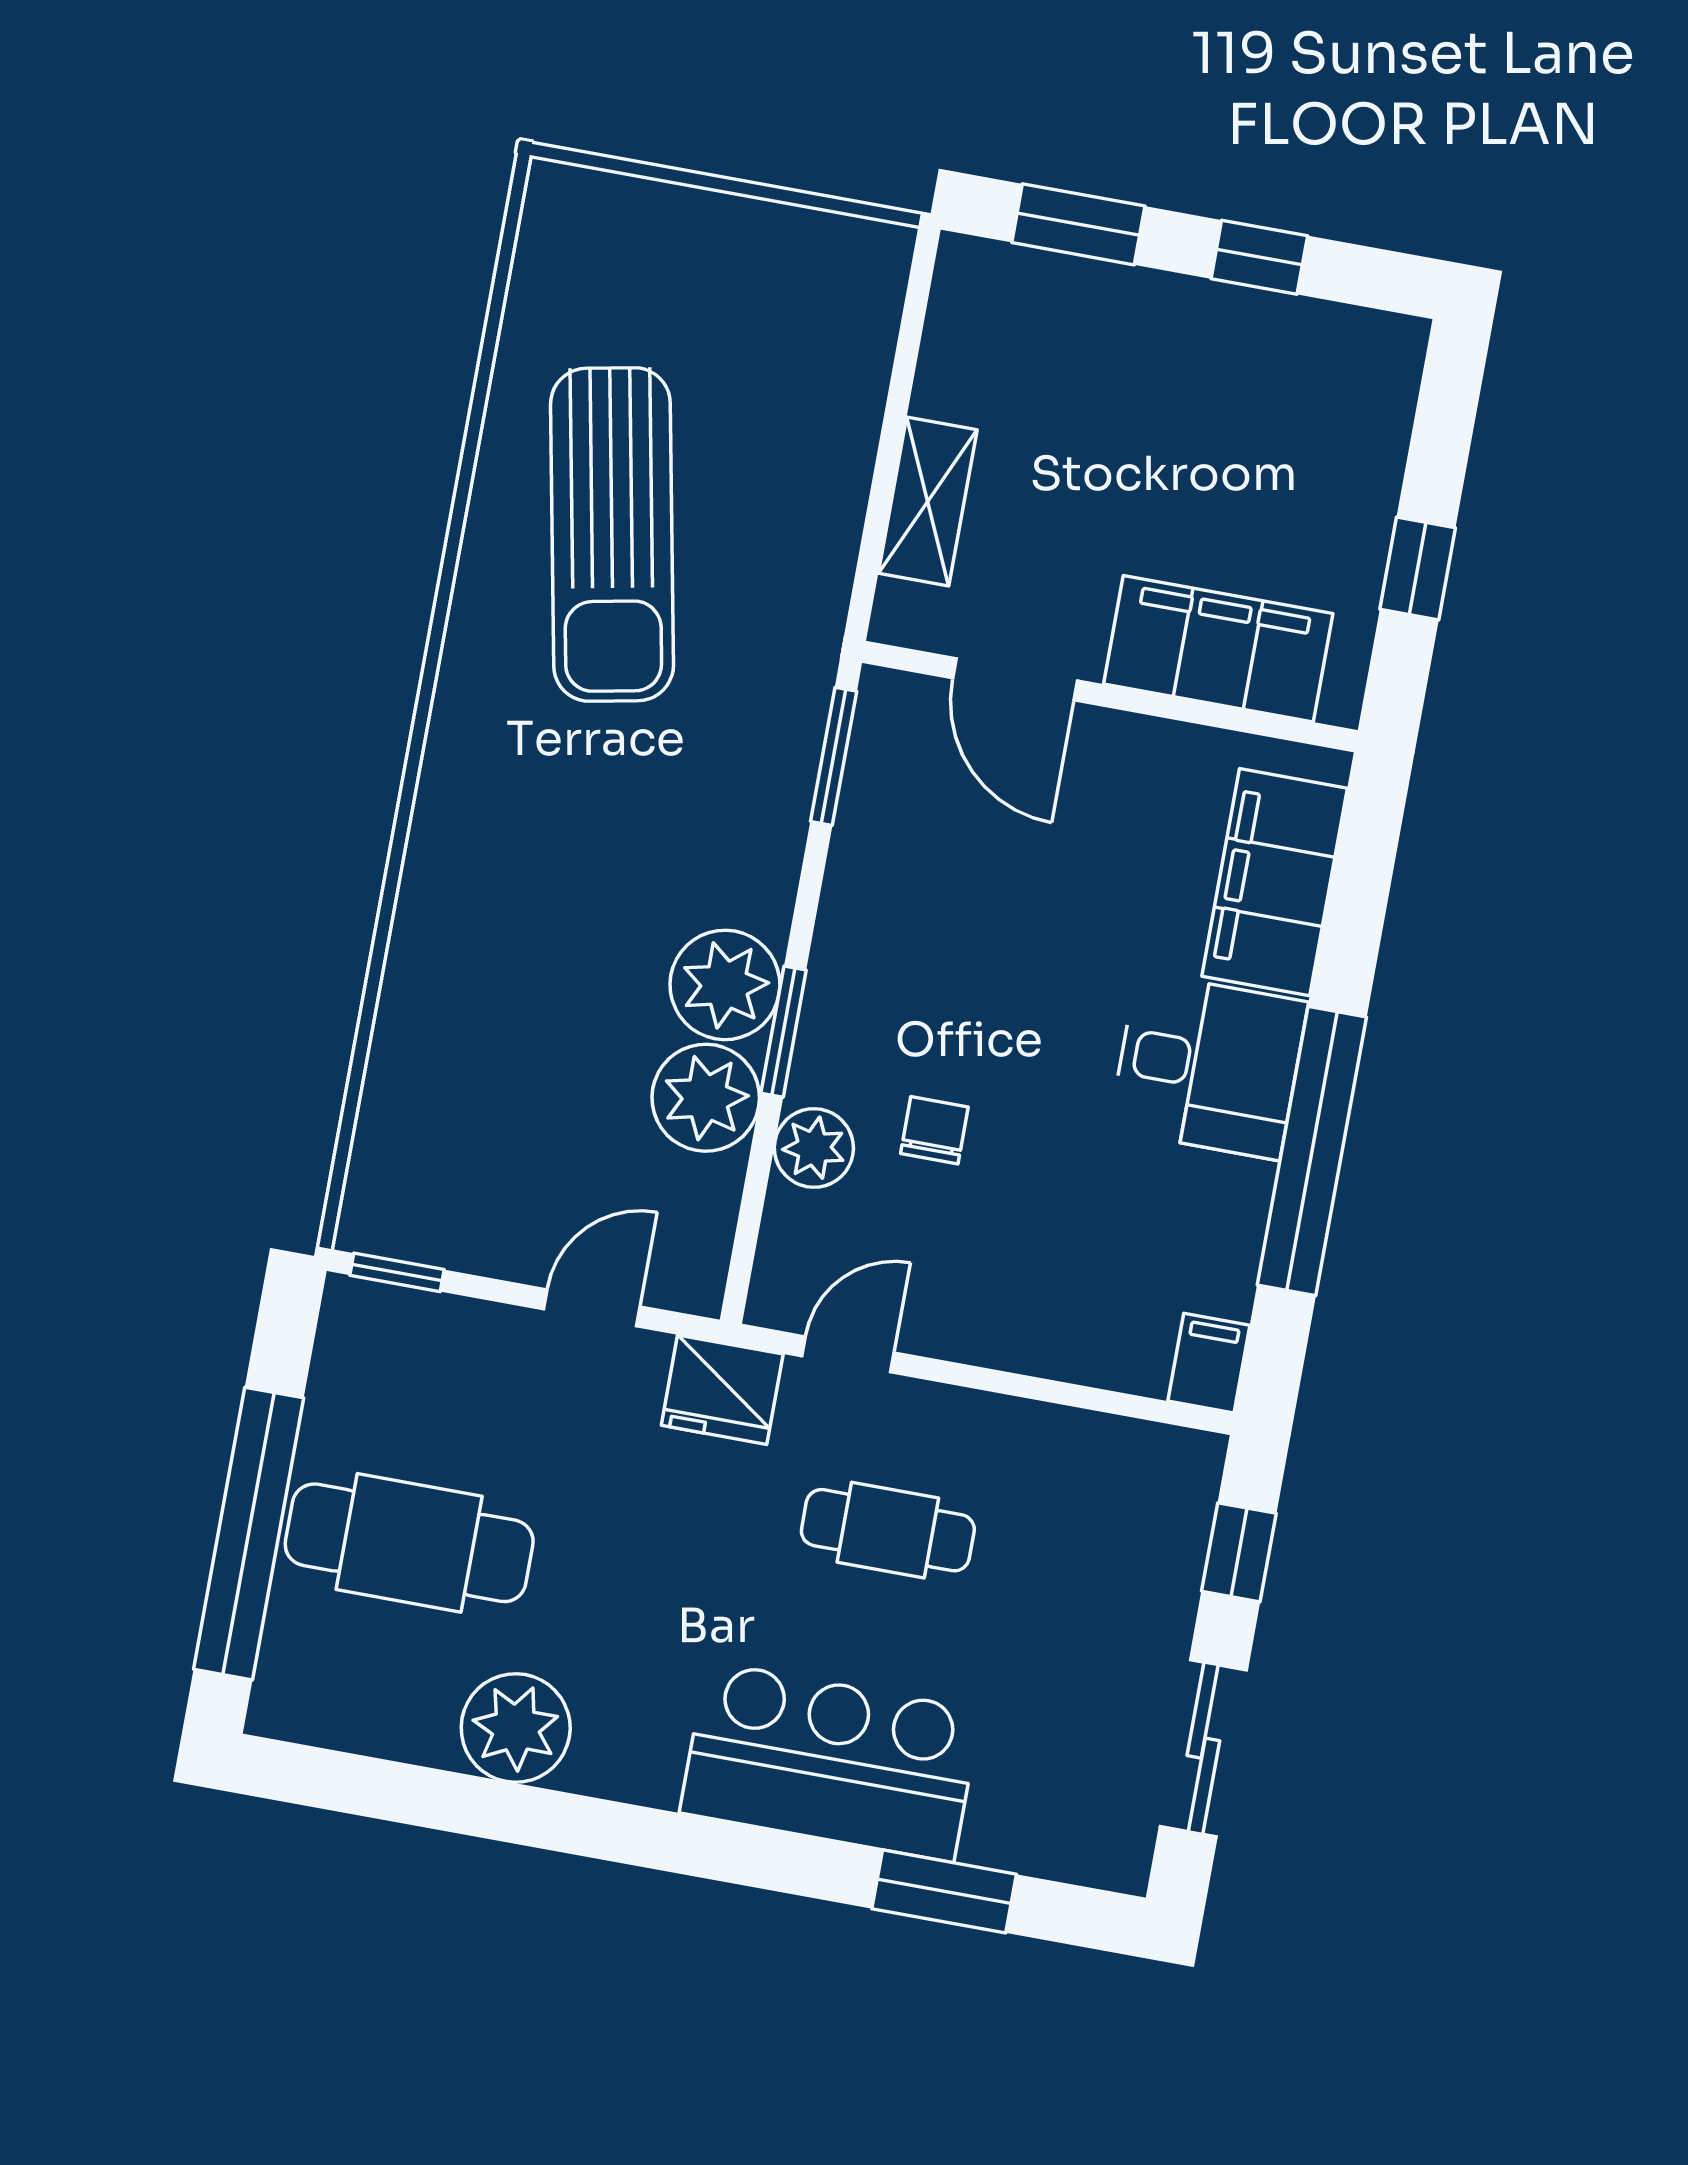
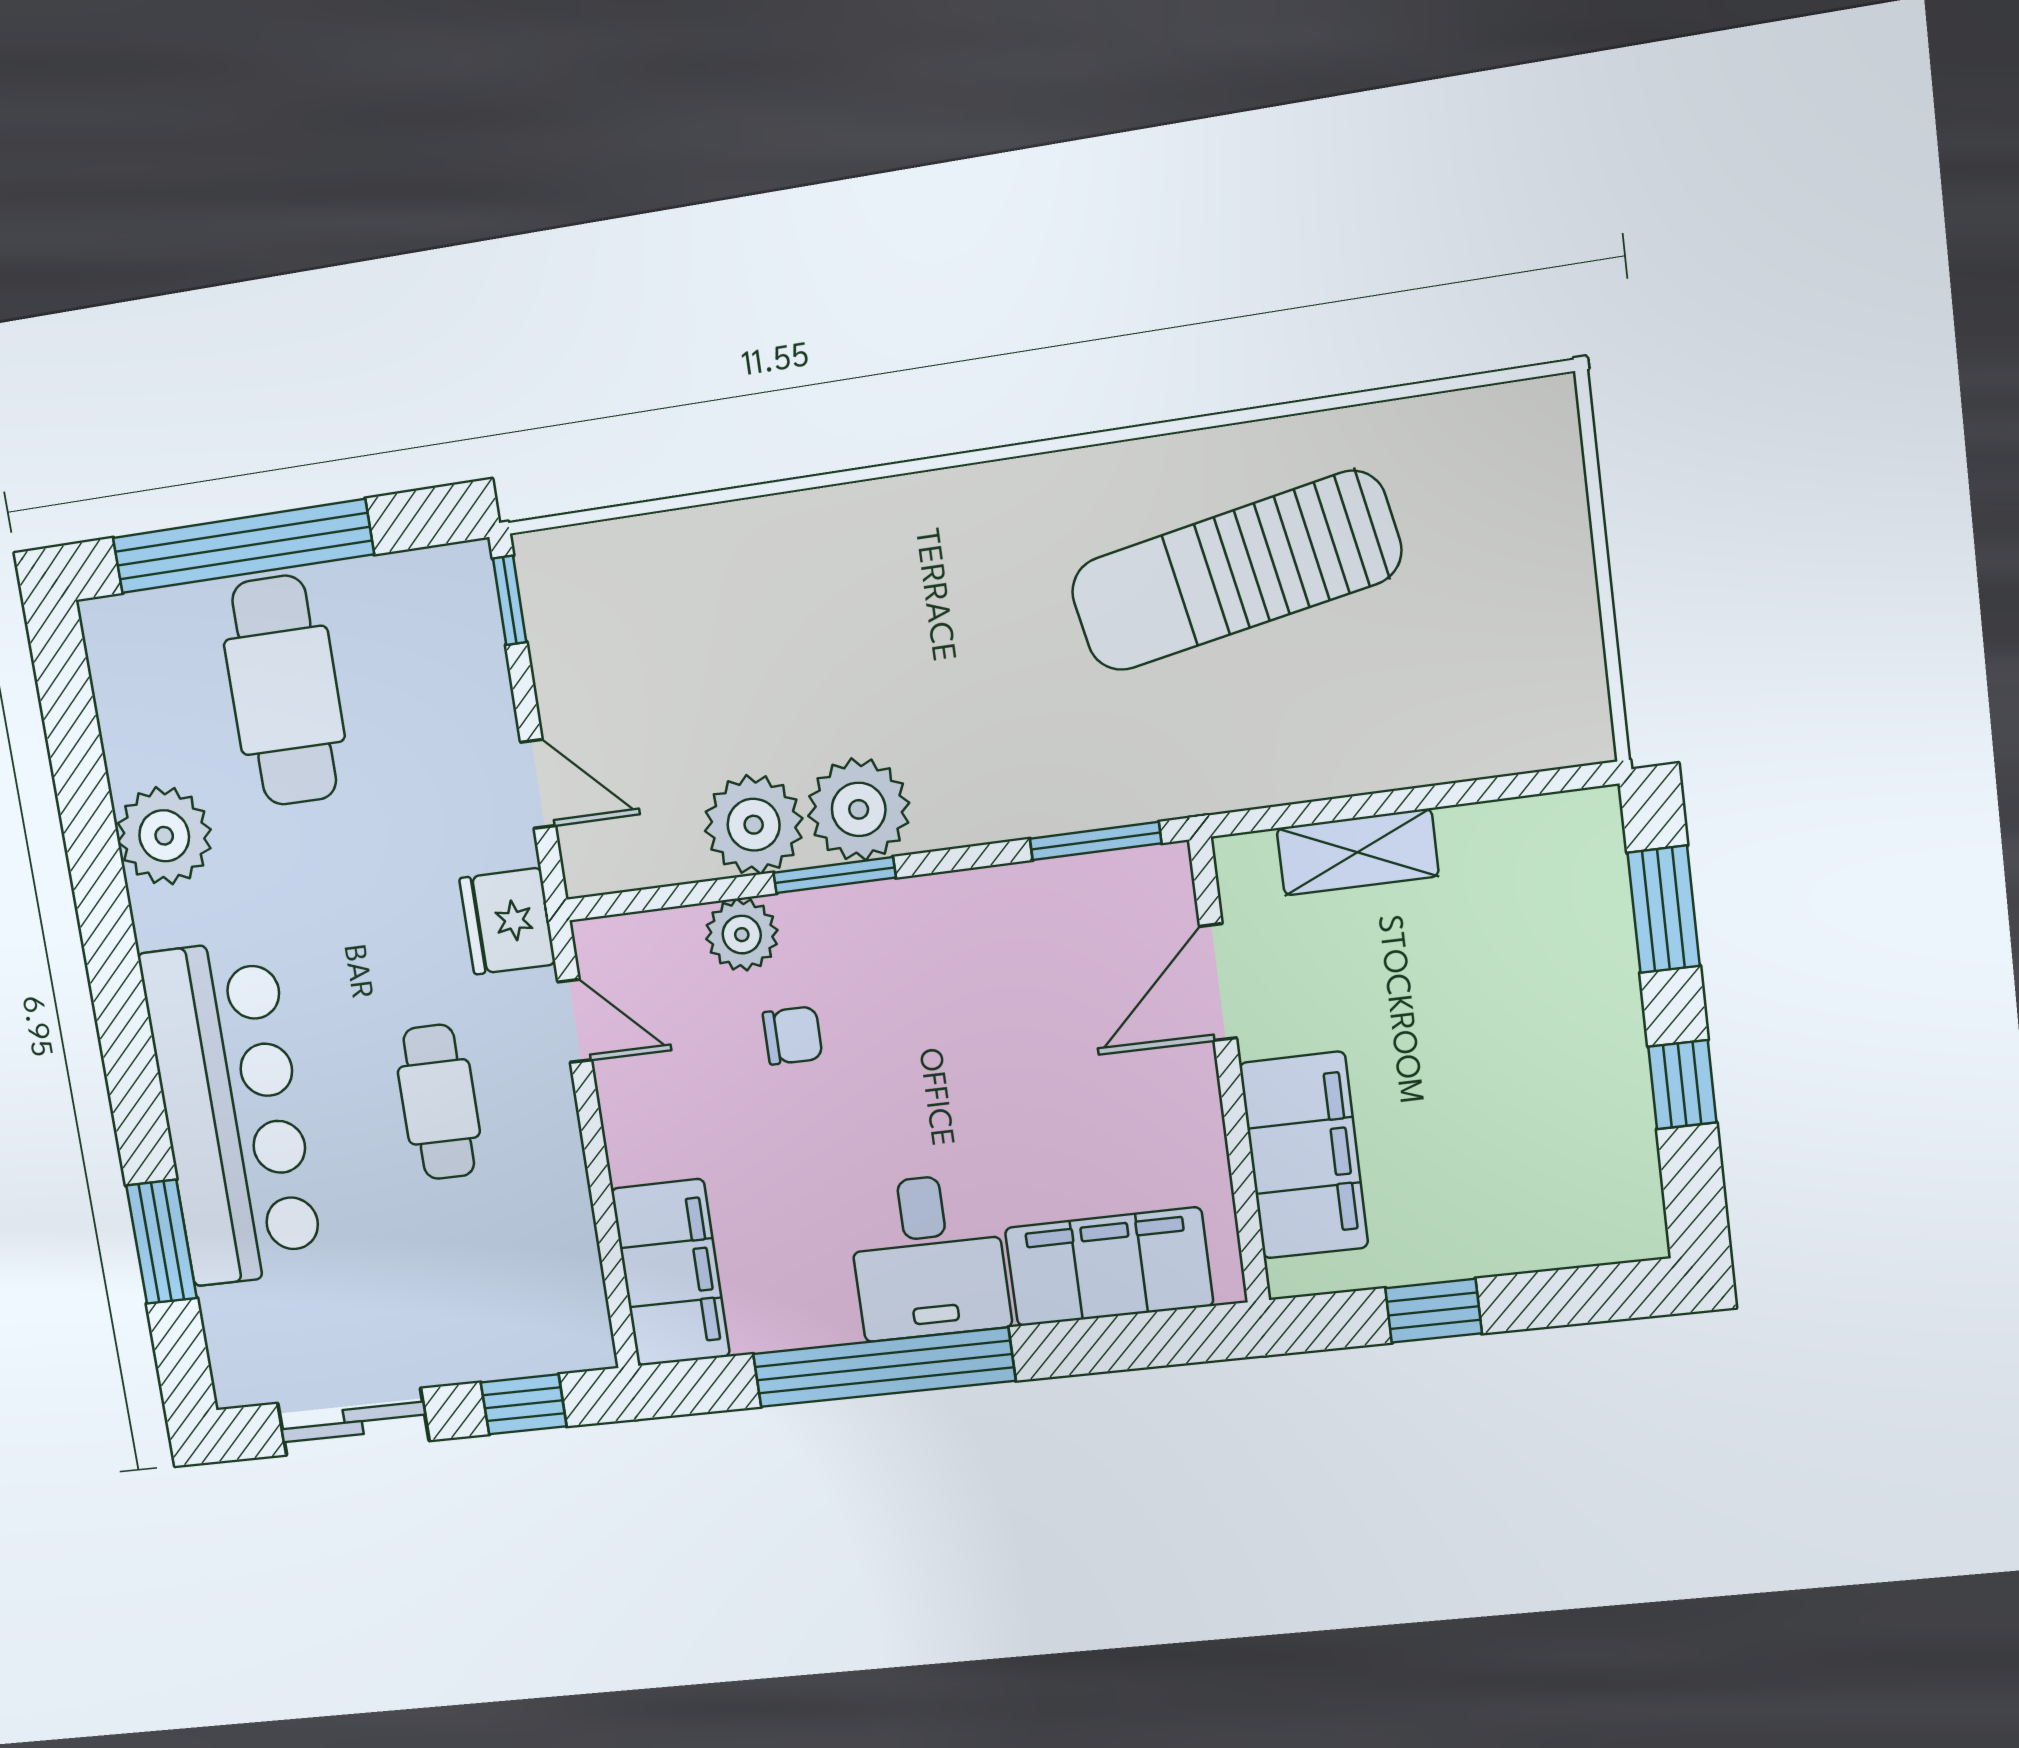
filing cabinet: (1209, 1363) -> (671, 1273), width x3.00, depth x1.17
bar counter: (830, 1762) -> (232, 1113), width x1.36

